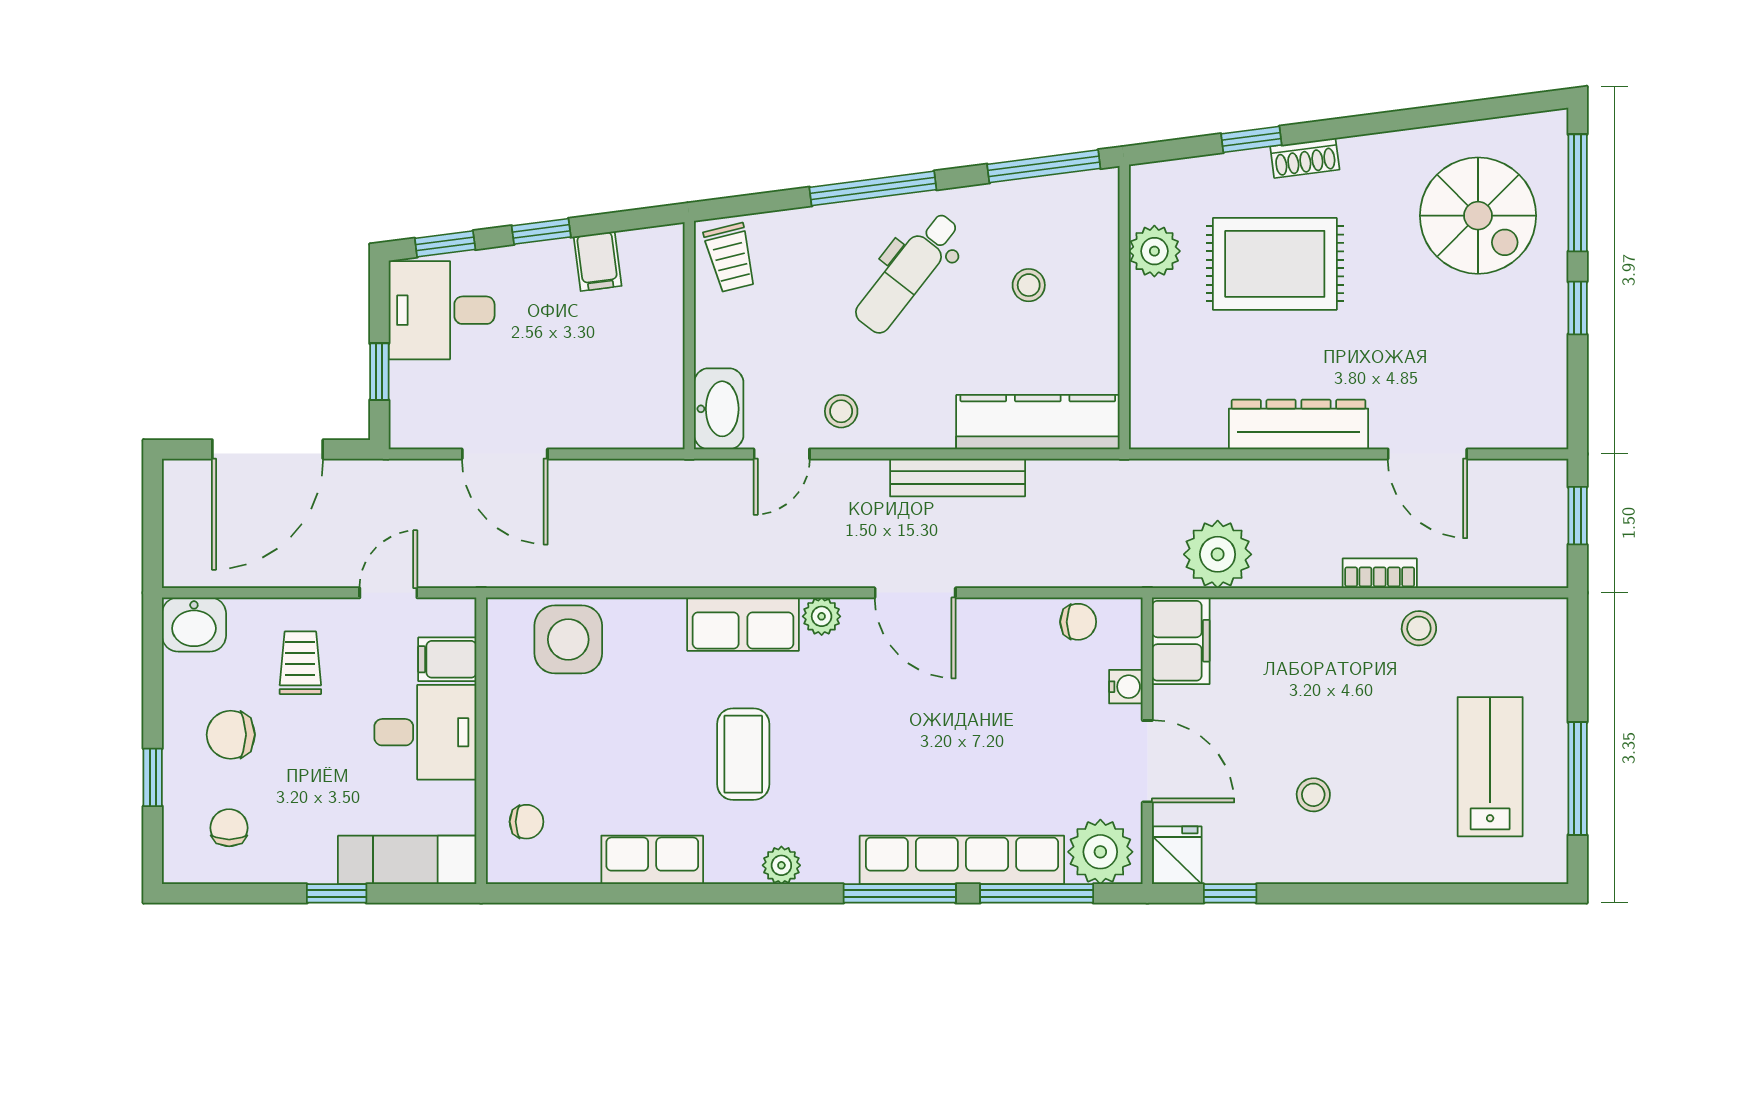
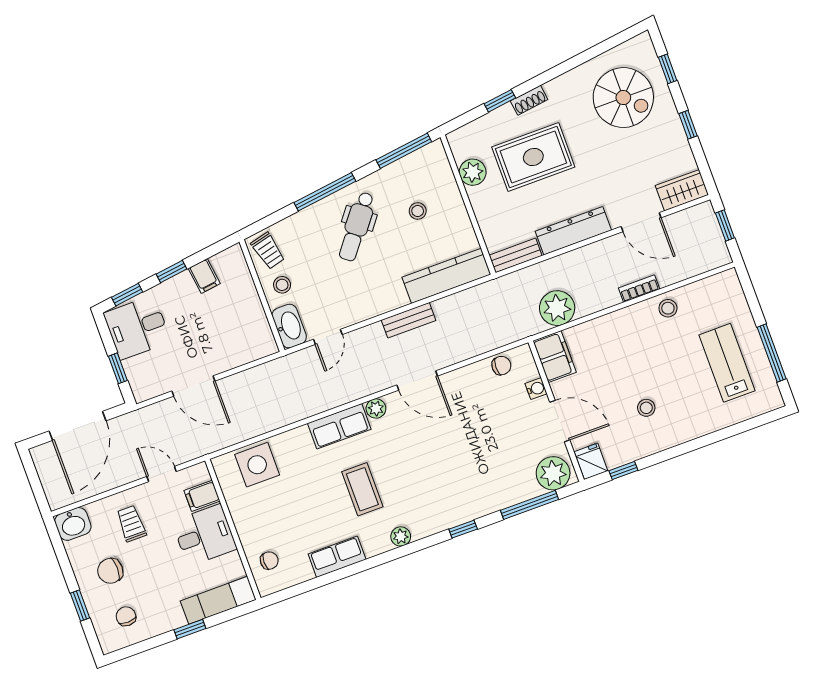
window: (1578, 193) -> (668, 69), width x0.46
stool: (841, 411) -> (282, 285), moved
wardrobe: (1523, 423) -> (682, 190), added
bench: (1177, 431) -> (515, 255), added
bench: (958, 478) -> (409, 320), width x0.73
door: (388, 593) -> (162, 474), hinge flipped
row of seats: (962, 860) -> (487, 502), removed
window: (900, 893) -> (463, 529), width x0.46

